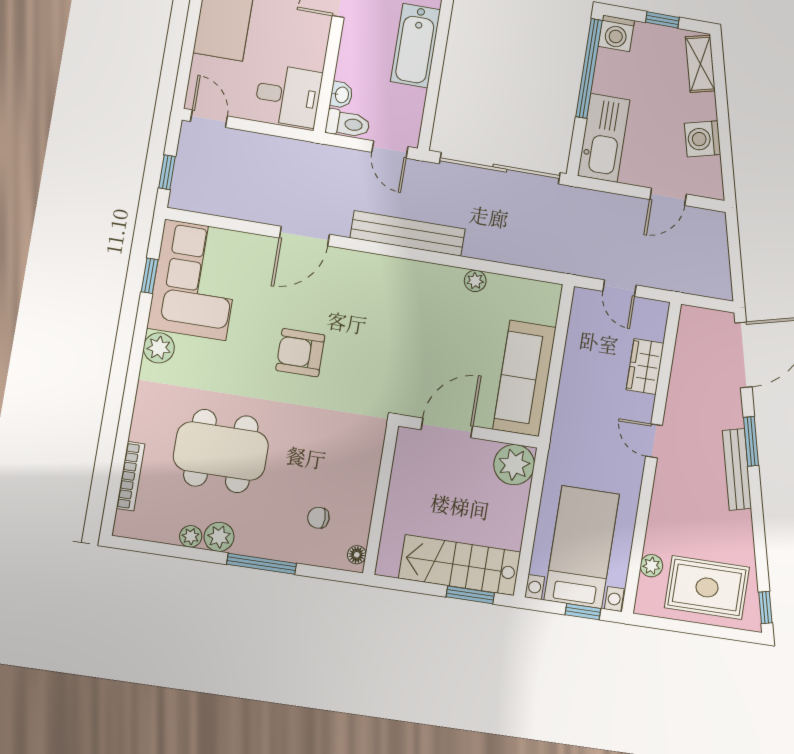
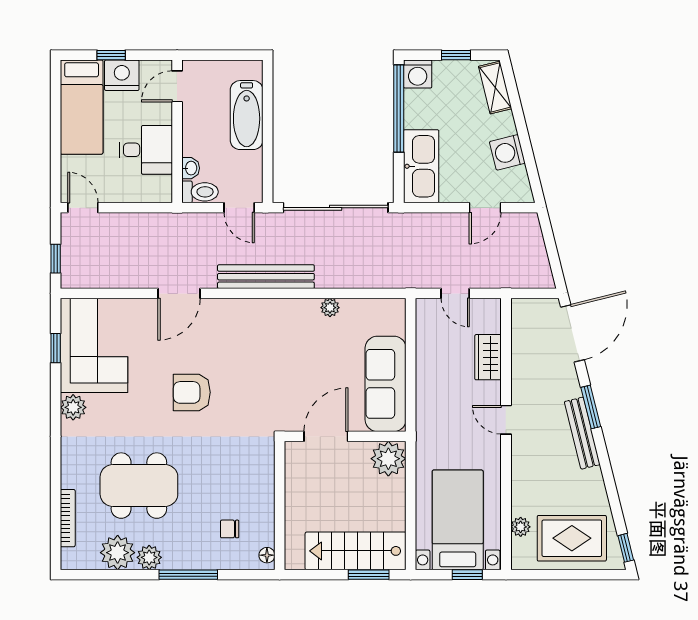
desk: (288, 96) -> (146, 150), moved
plant: (191, 536) -> (118, 553), width x1.88, depth x1.88

